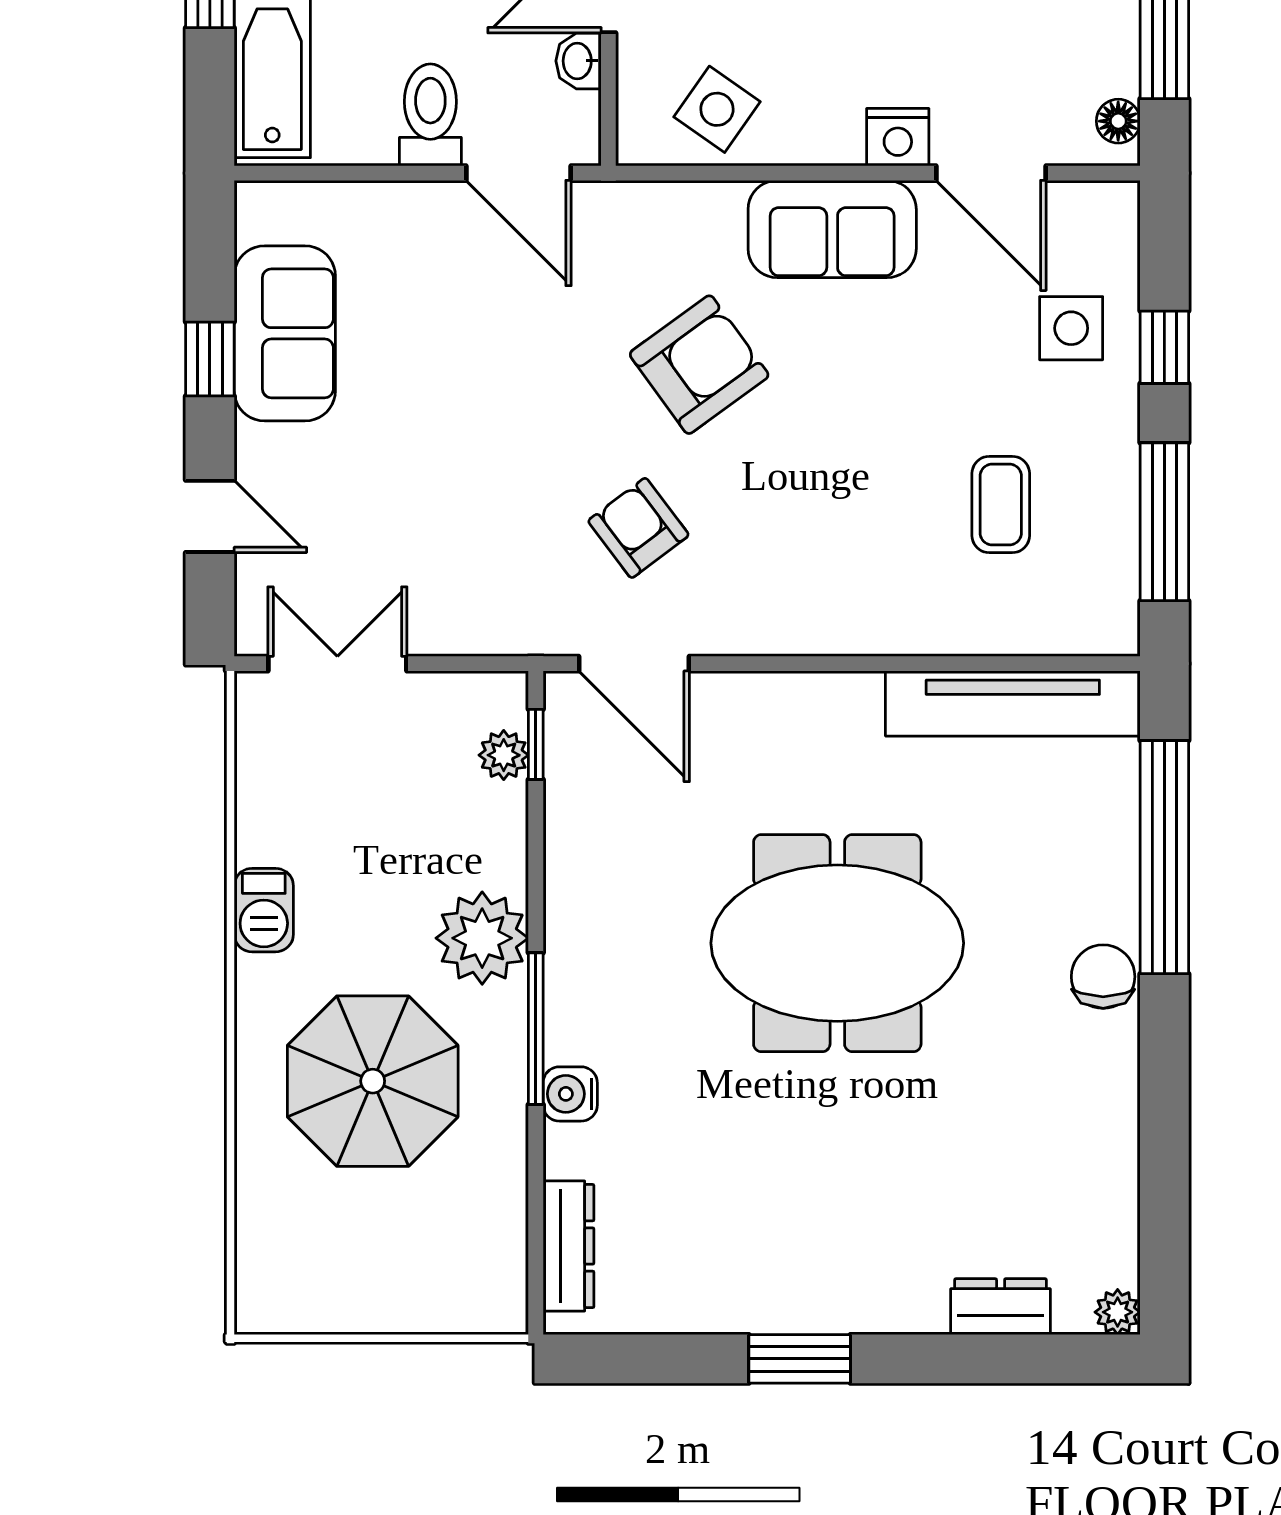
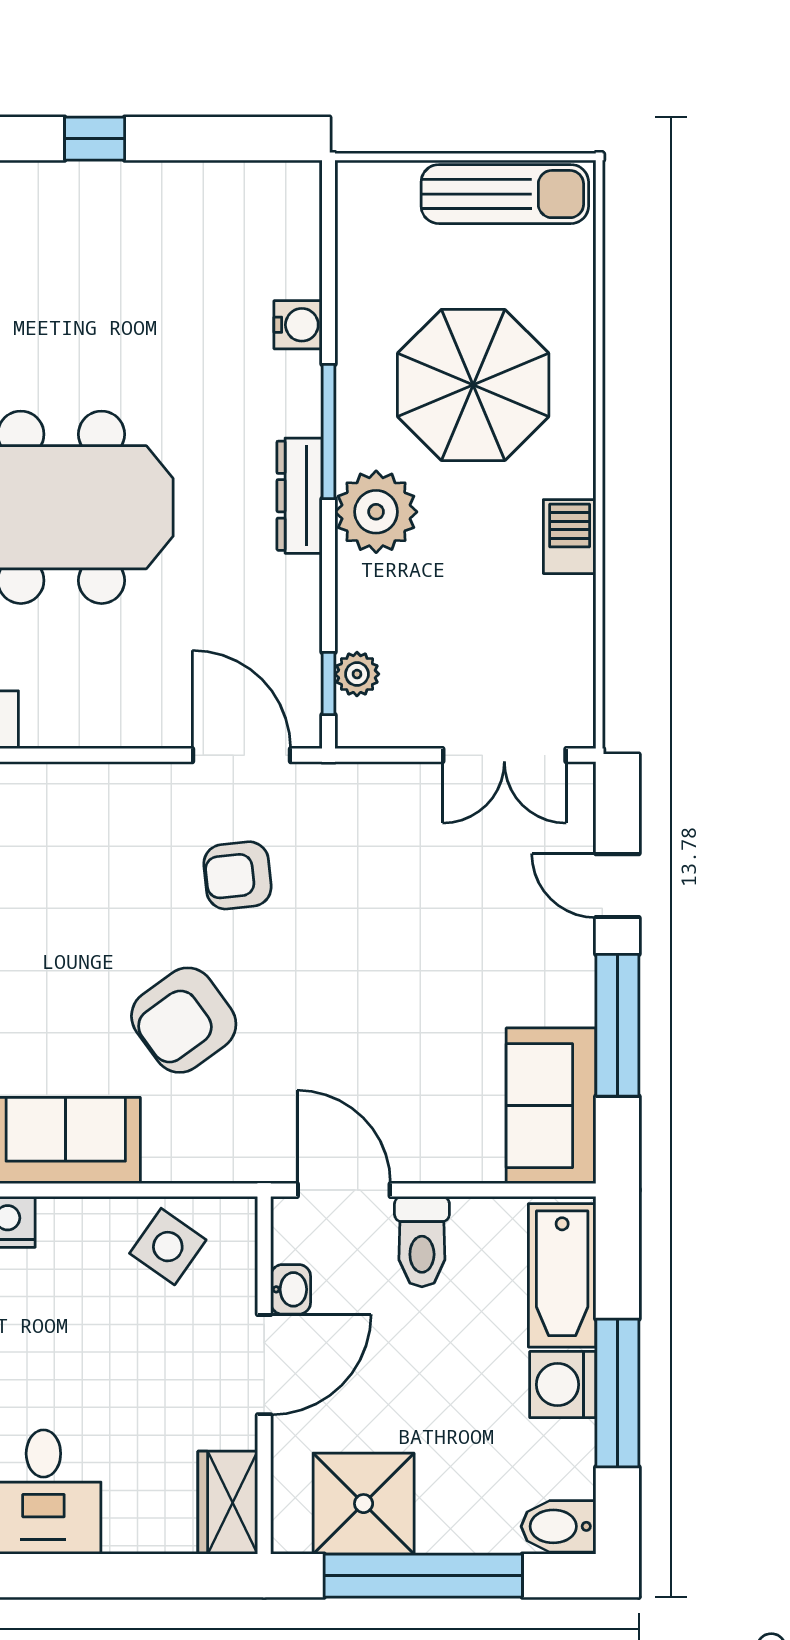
sofa: (285, 333) -> (551, 1106), moved
window: (210, 359) -> (617, 1025), width x2.17
armchair: (638, 528) -> (237, 875), turned 121
water cooler: (570, 1094) -> (298, 325), moved
dresser: (568, 1246) -> (300, 496), moved
sun lounger: (337, 1296) -> (505, 194), added
window: (800, 1359) -> (95, 139), width x0.67

